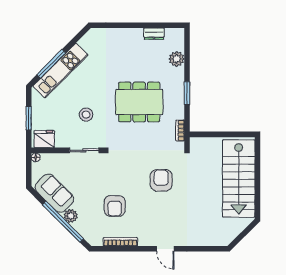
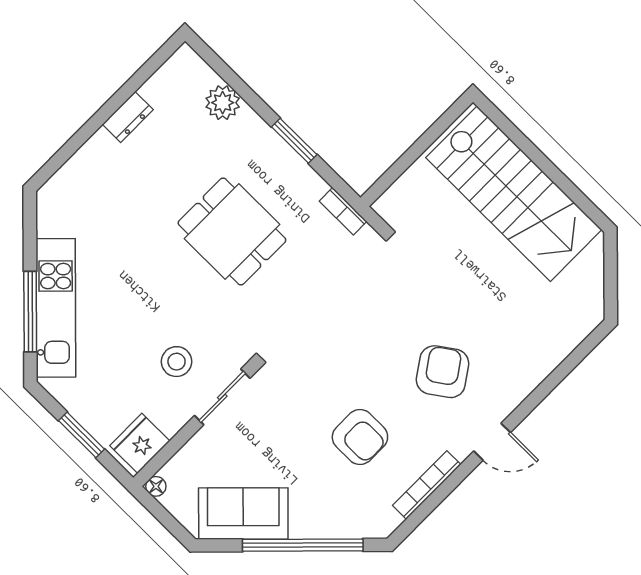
dresser: (154, 34) -> (128, 117), moved
dining table: (139, 102) -> (232, 231), width x0.73
stool: (86, 115) -> (177, 362), moved
armchair: (161, 180) -> (442, 372), moved, turned 55
plant: (71, 216) -> (306, 523), removed
door: (165, 249) -> (492, 442), moved

